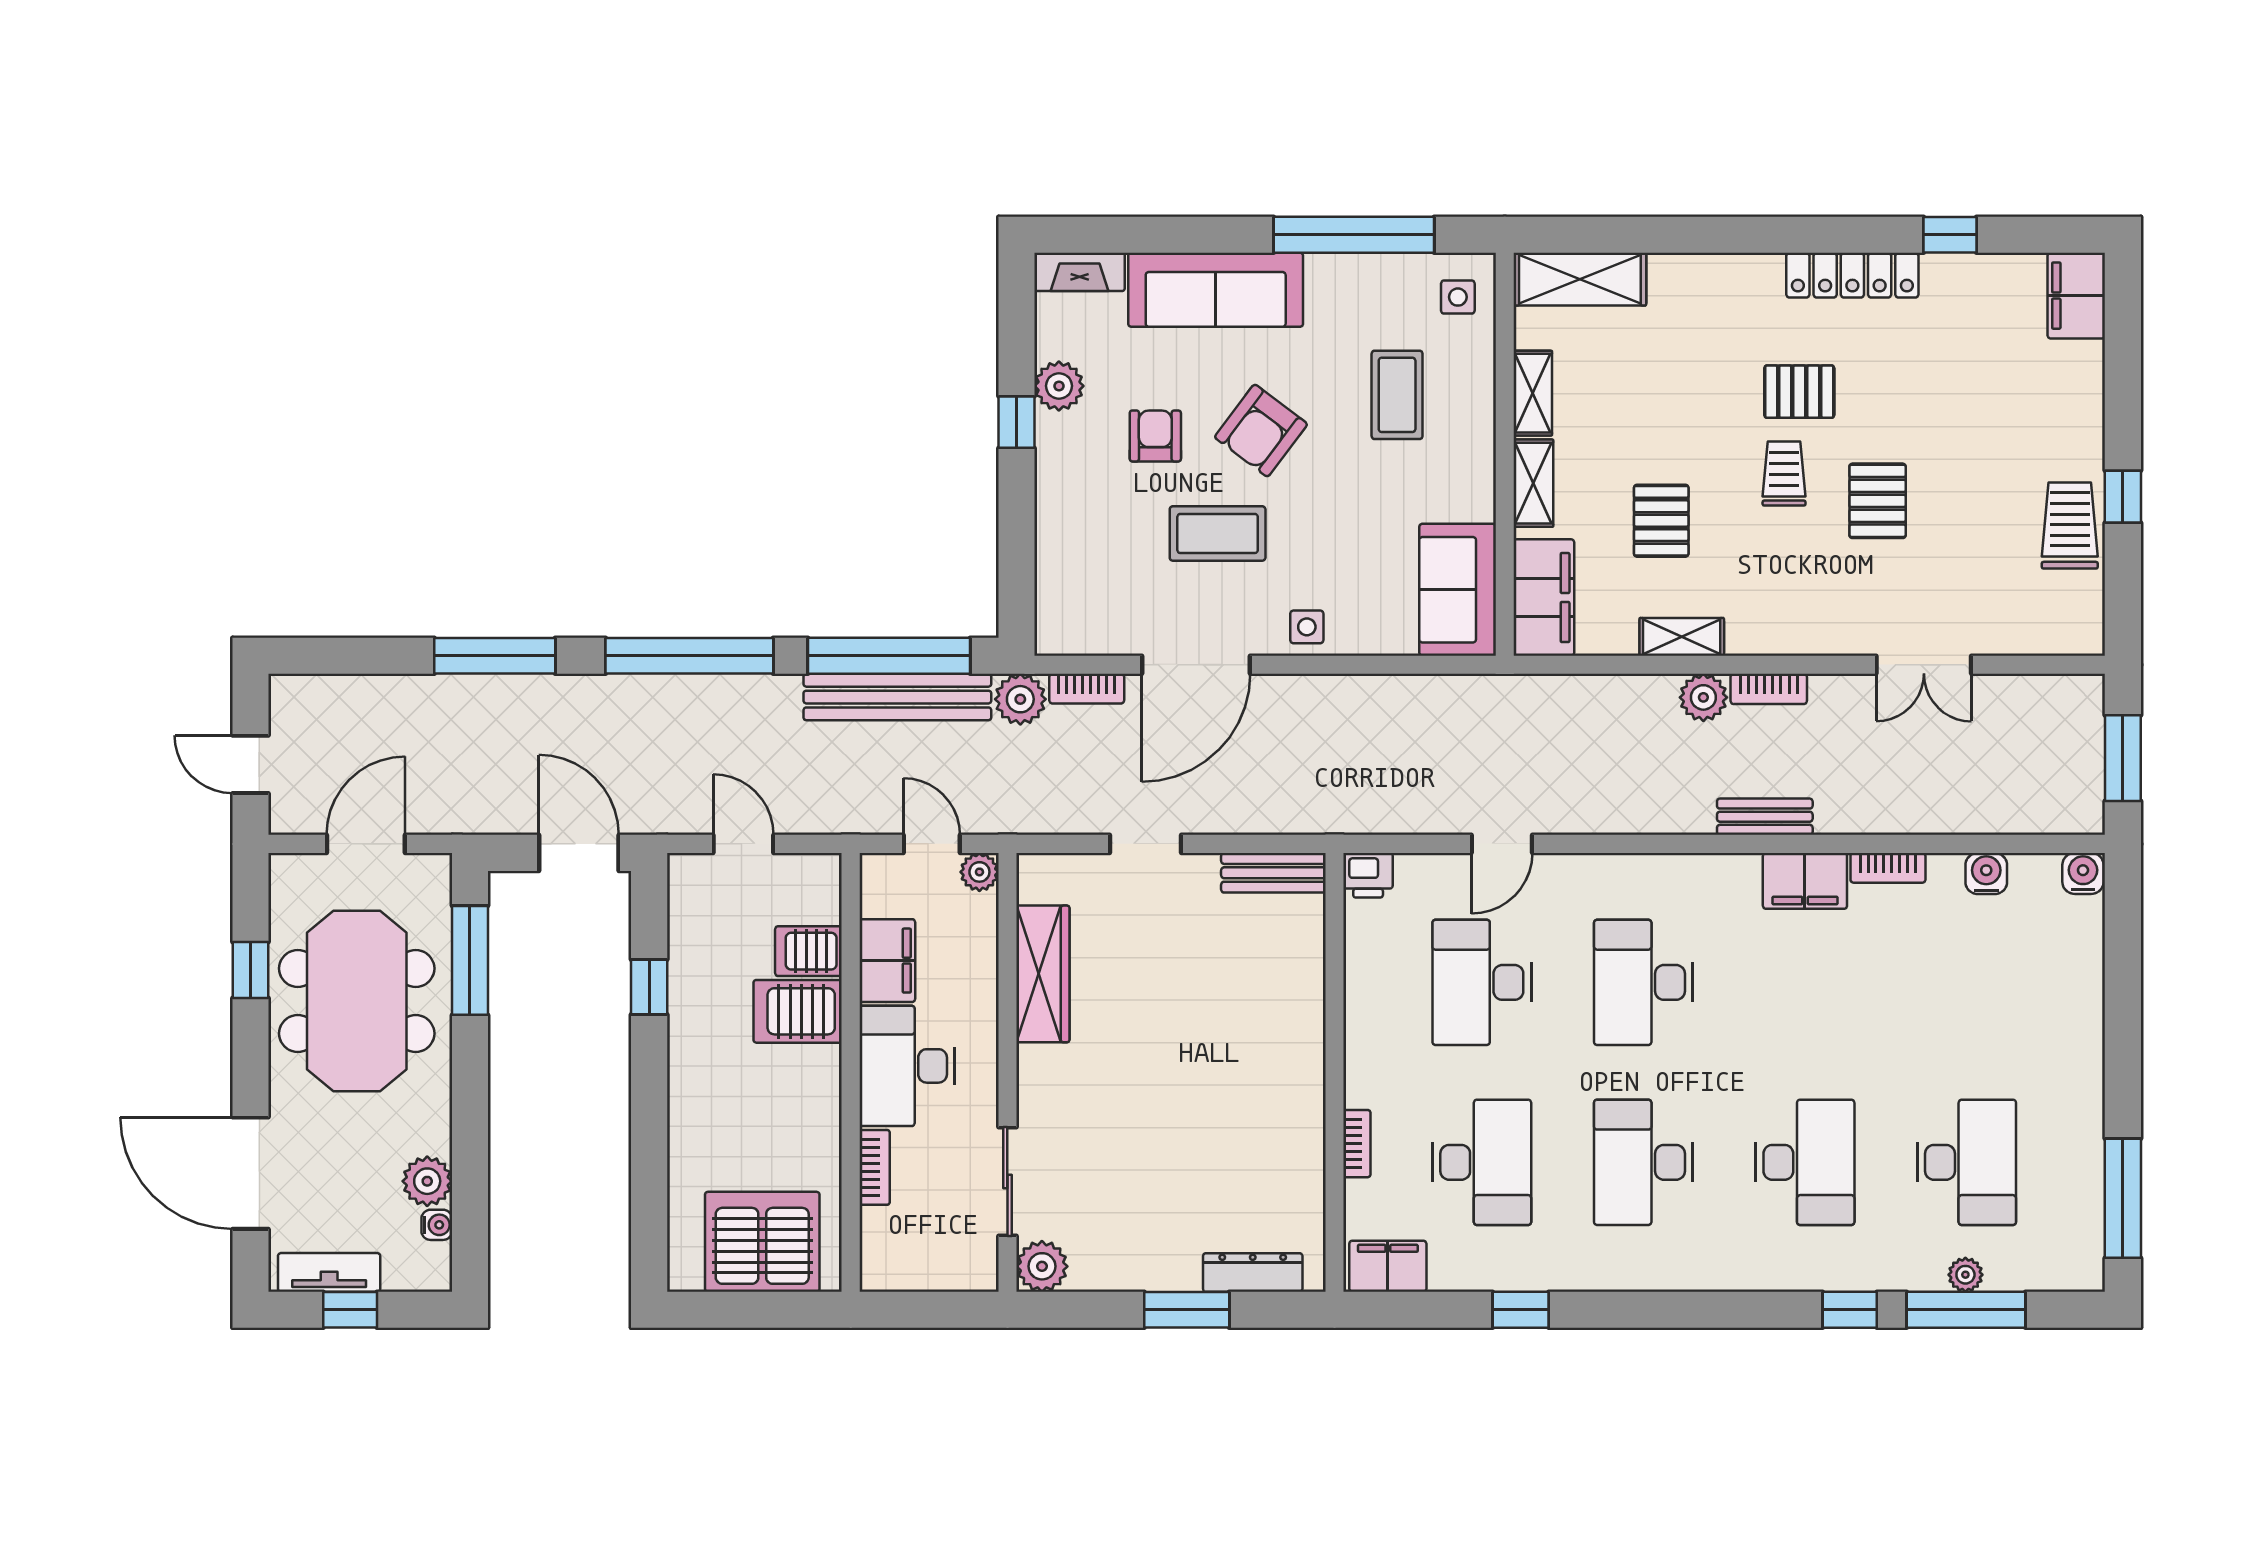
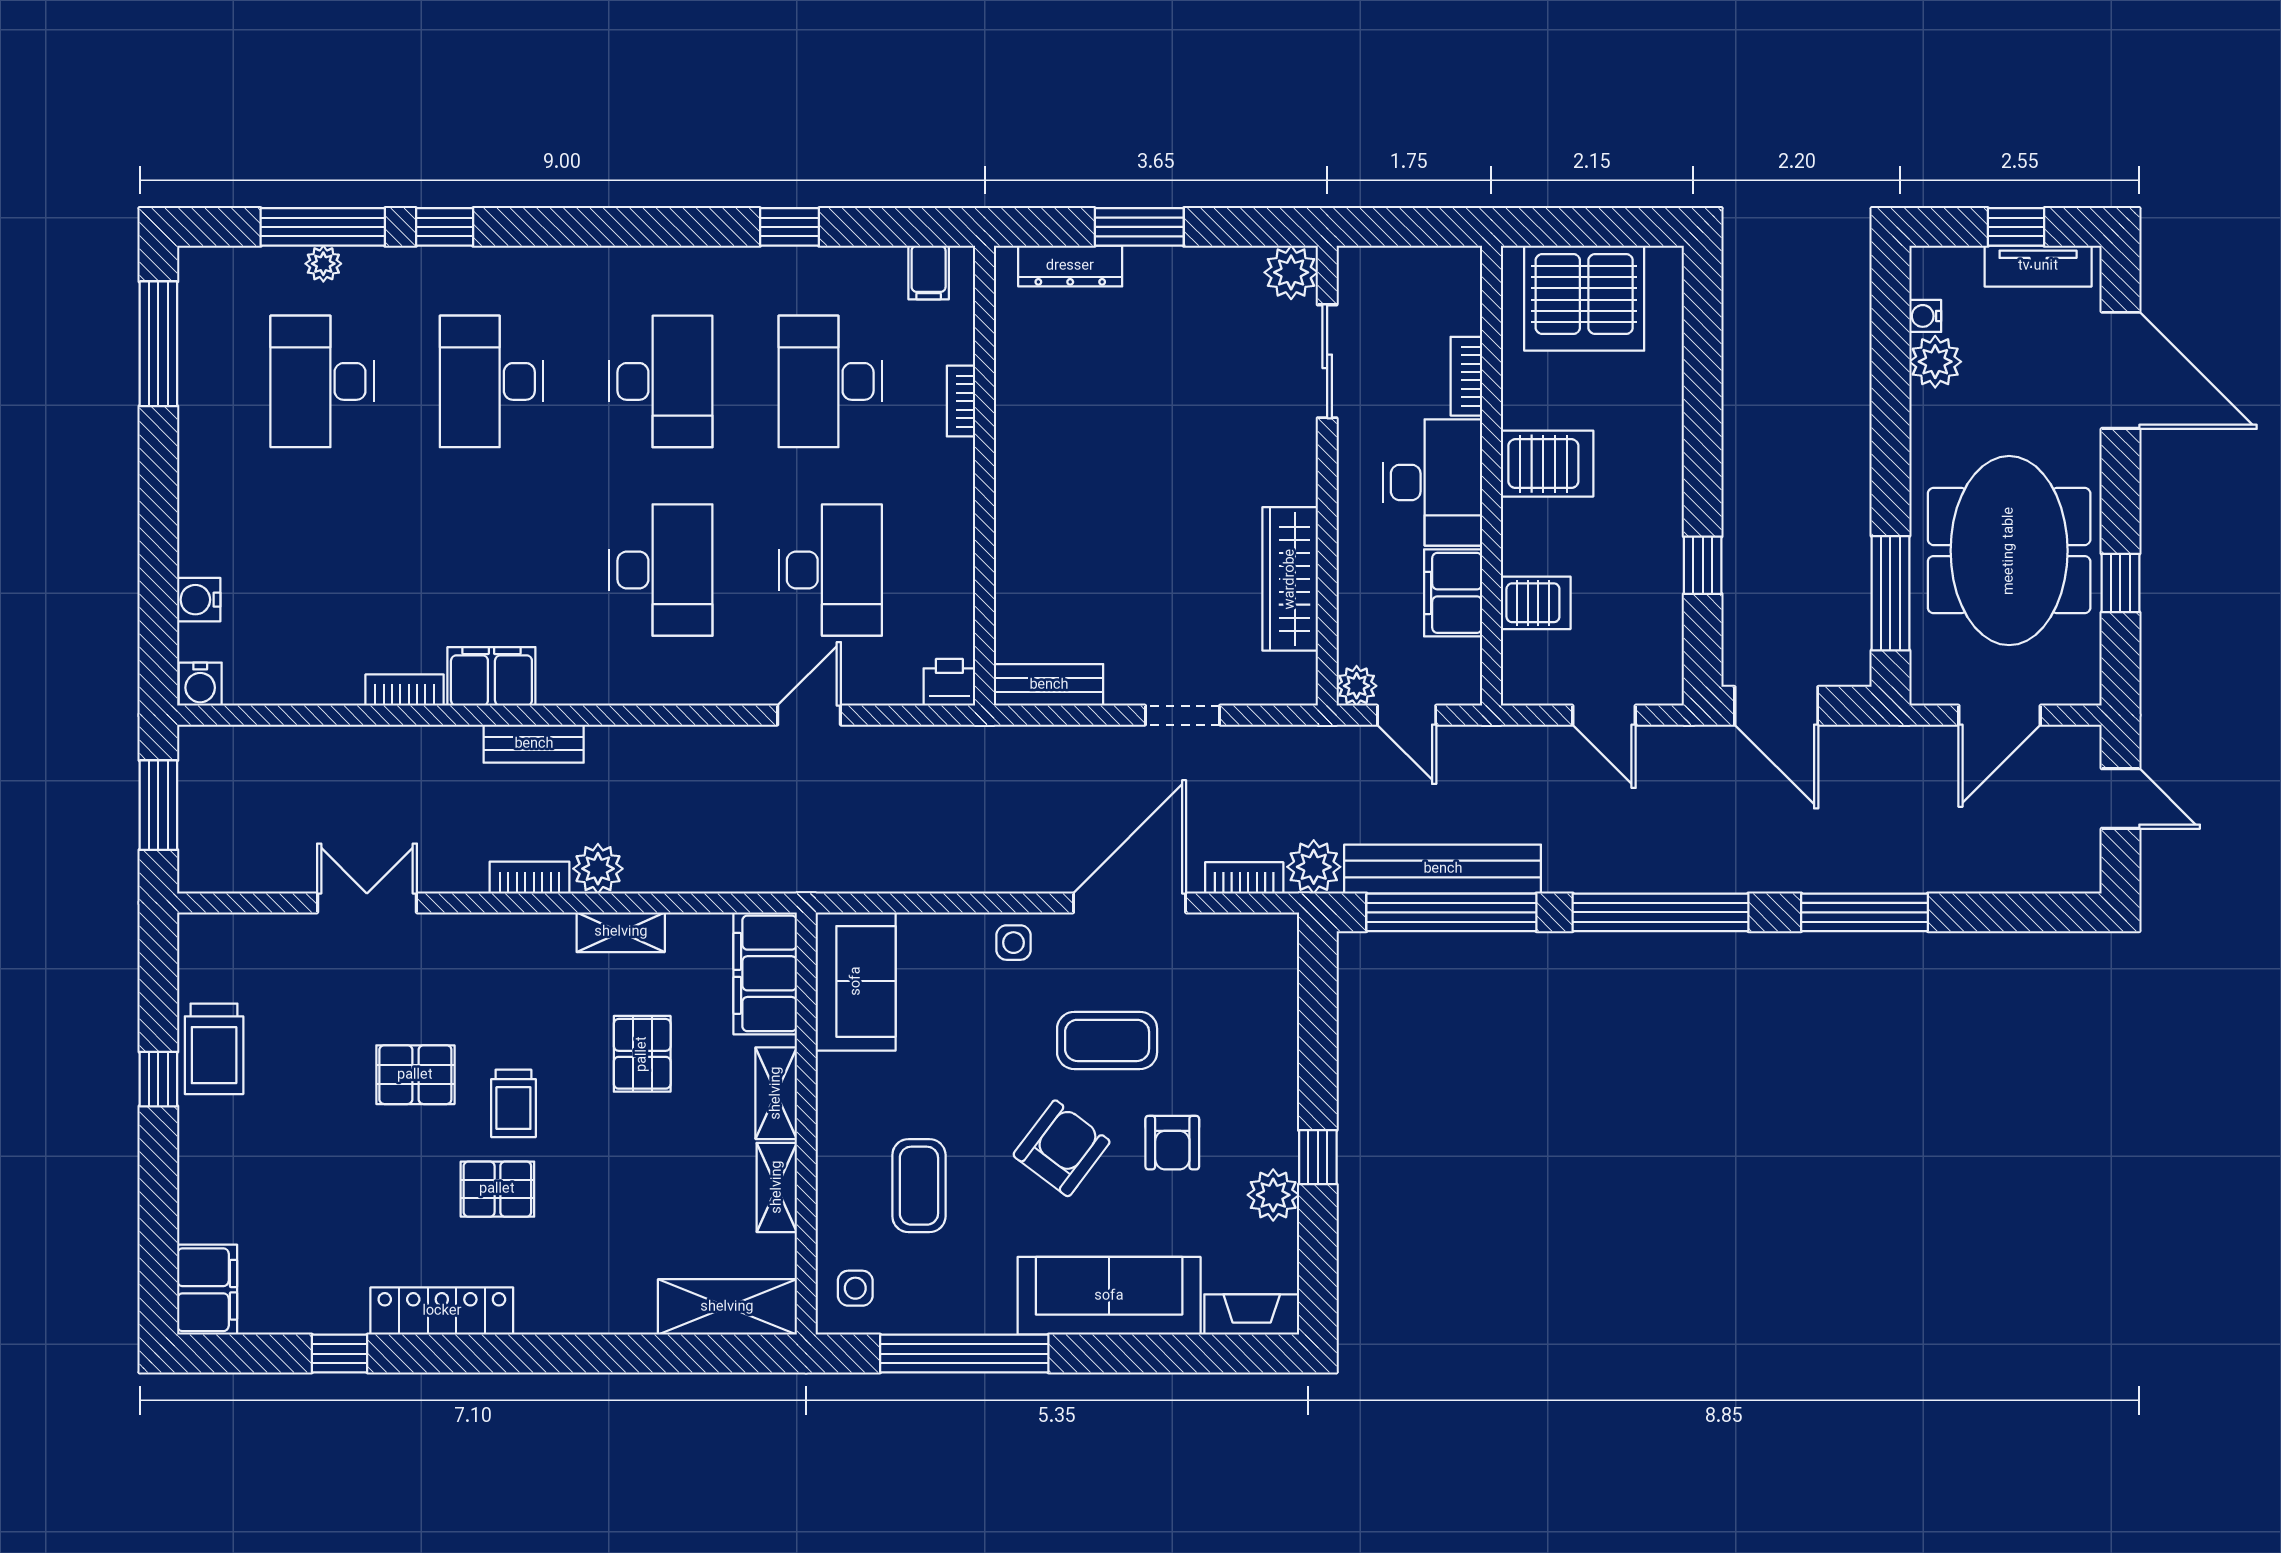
pallet: (1878, 501) -> (415, 1075), turned 90
water cooler: (1986, 874) -> (199, 600), moved, turned 90
server rack: (798, 1011) -> (1547, 464), moved
filing cabinet: (1388, 1266) -> (929, 273), width x0.50

